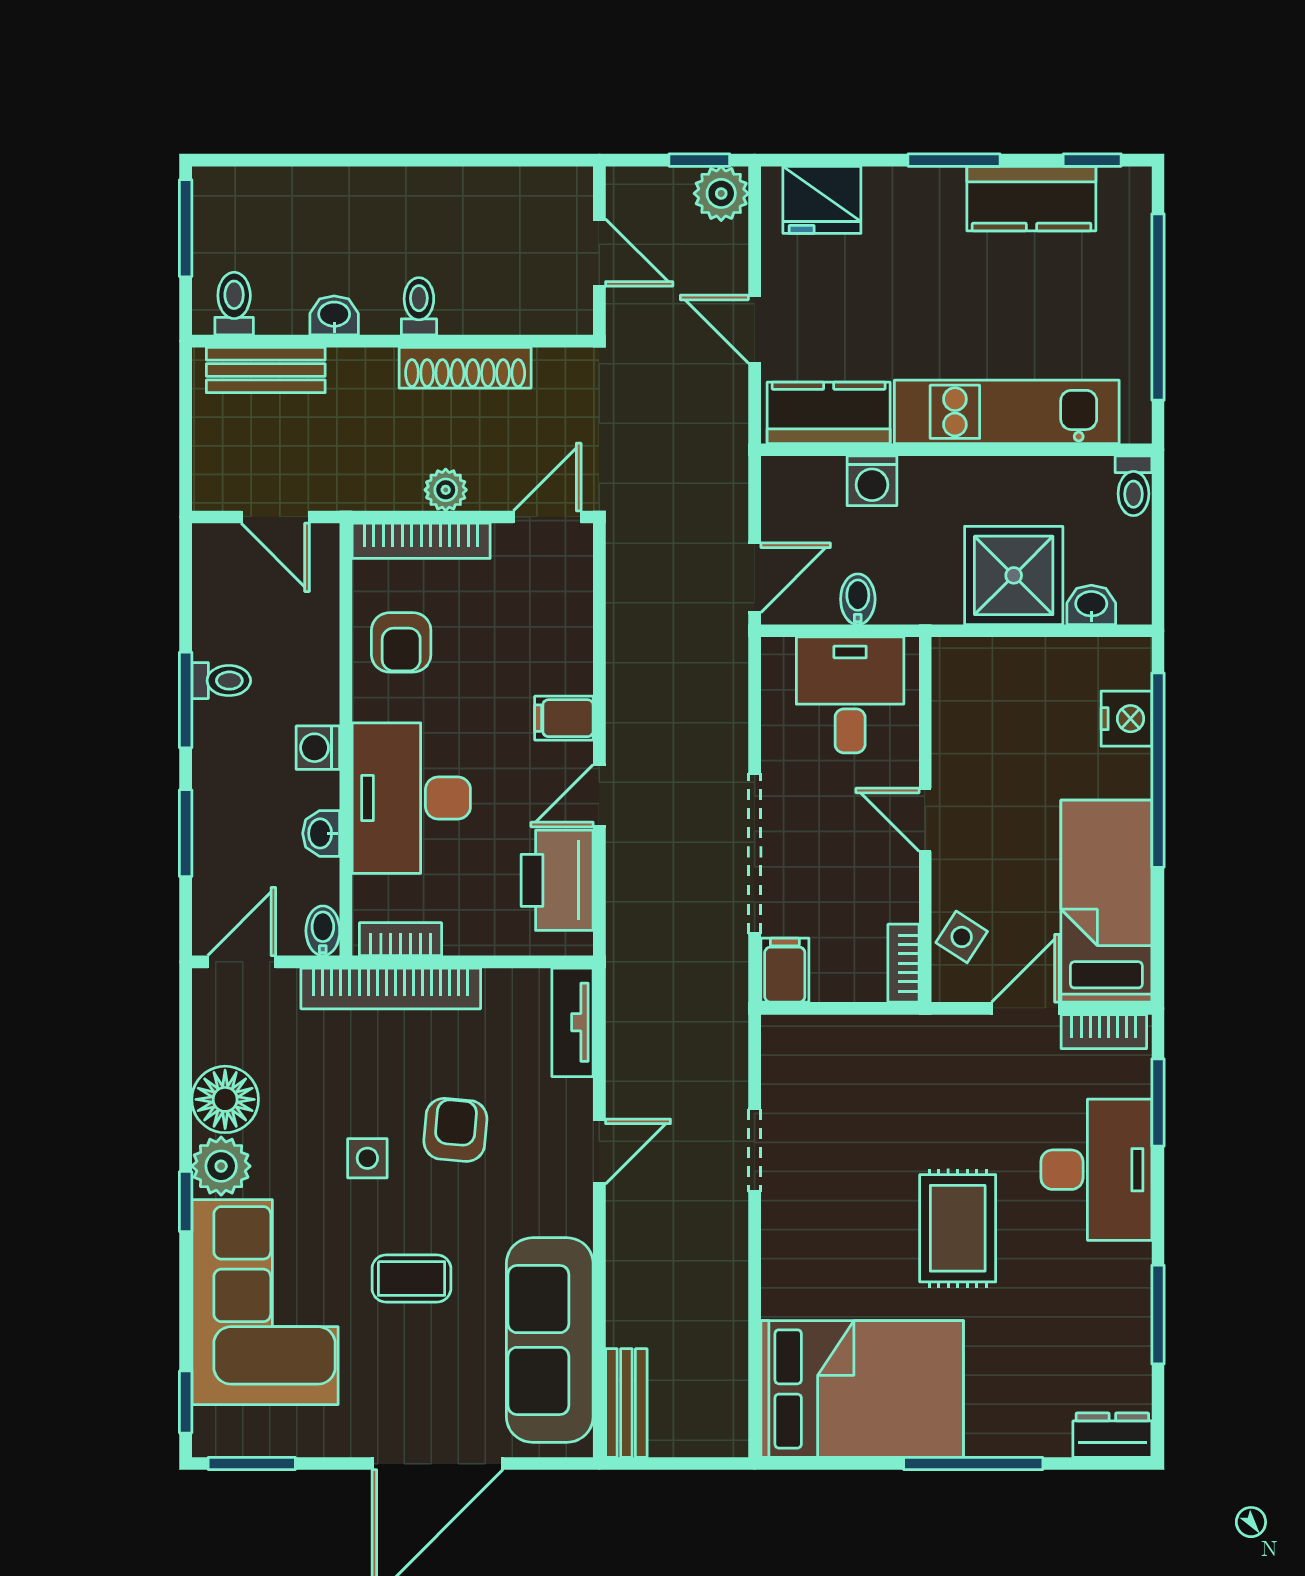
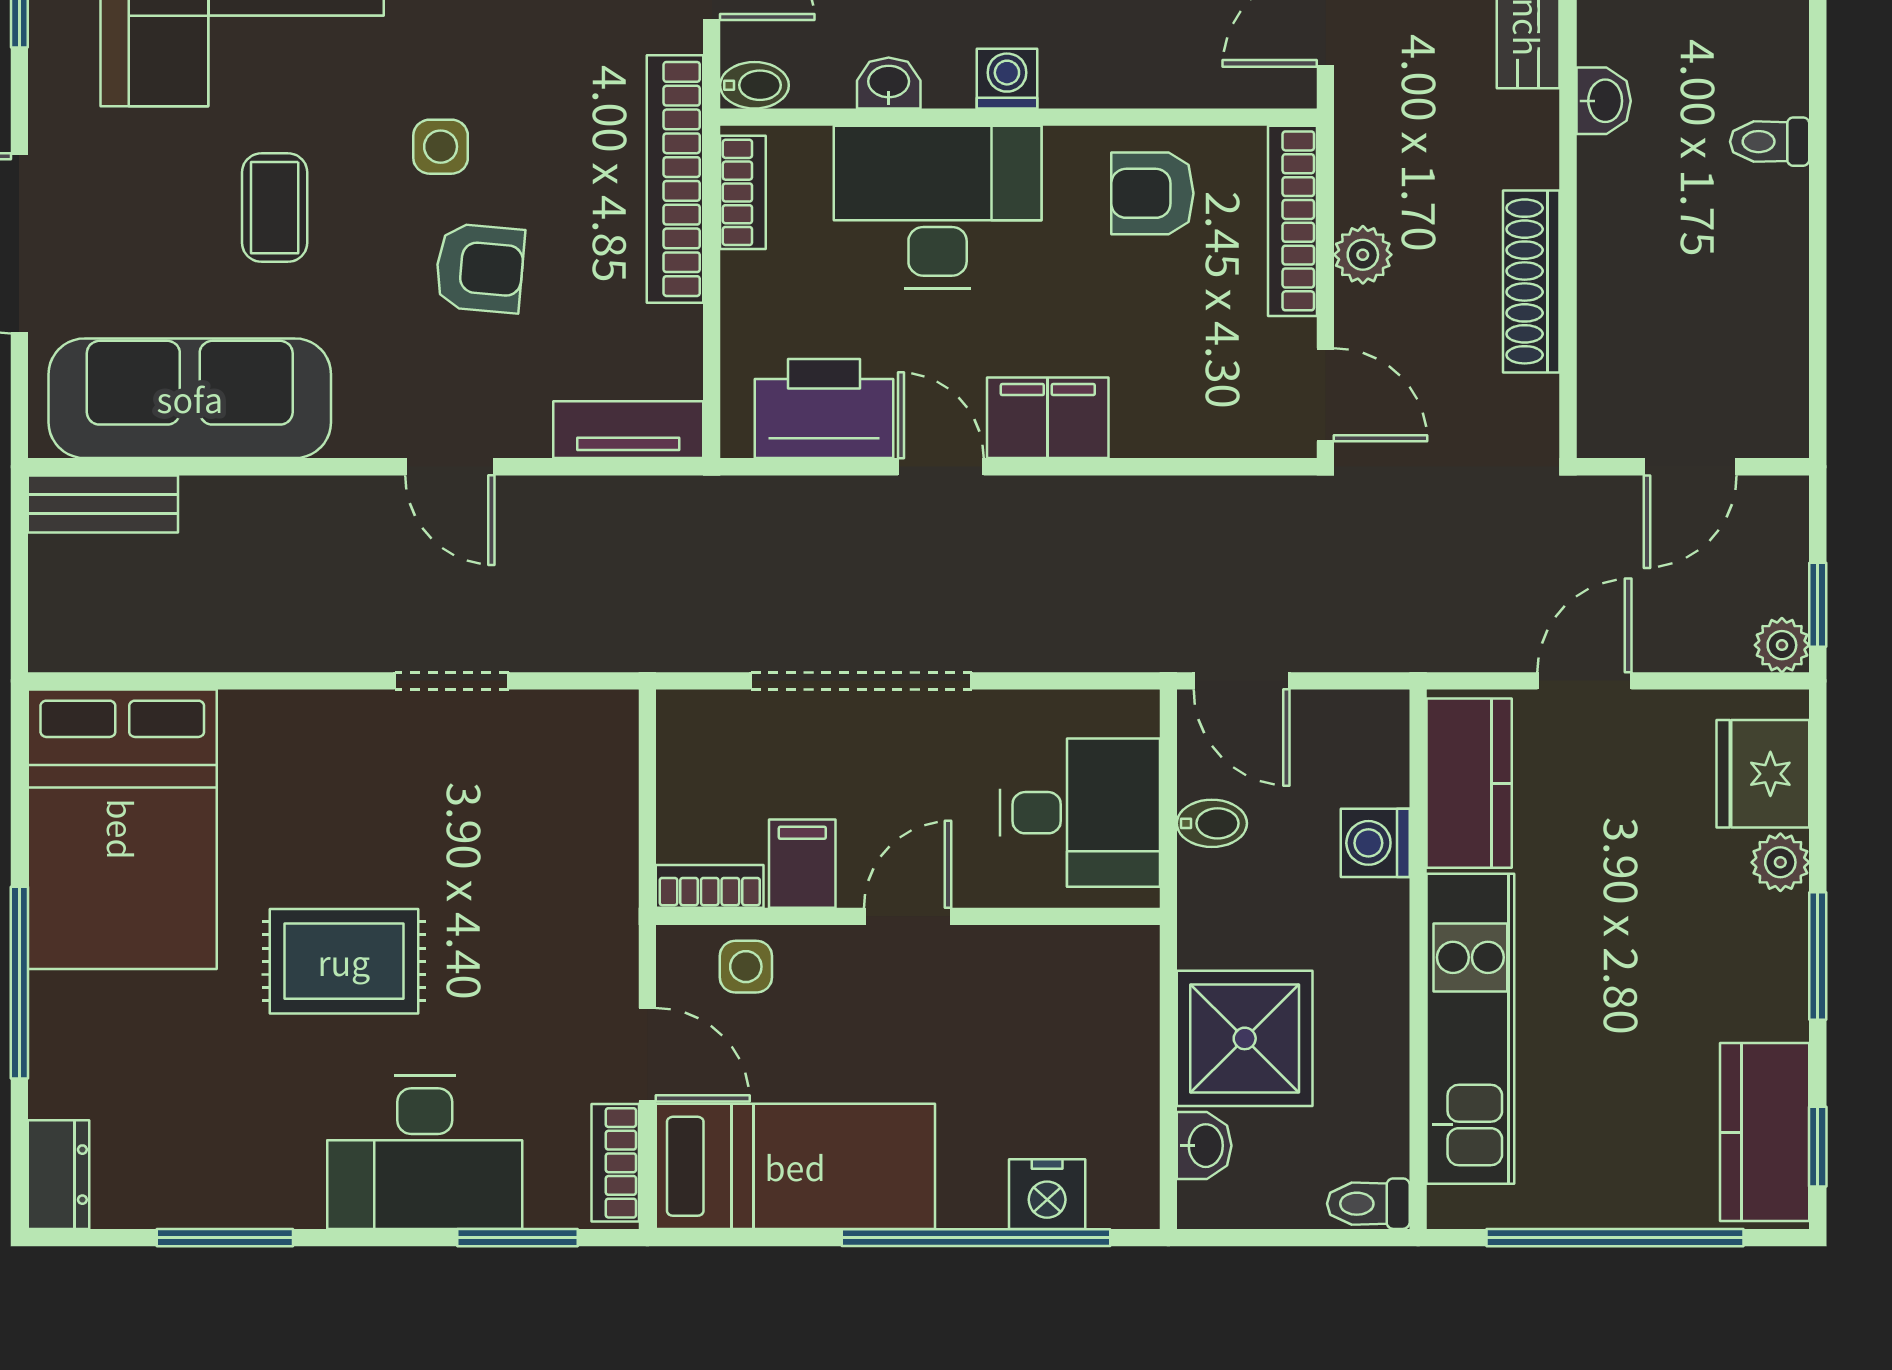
plant: (886, 187) -> (1780, 862), added
plant: (721, 193) -> (1782, 645), width x0.73, depth x0.73
kitchen counter: (1031, 199) -> (1765, 1132), moved
toilet: (419, 306) -> (1770, 142), moved, turned 180
filing cabinet: (564, 718) -> (1048, 418), width x2.00
side table: (962, 937) -> (746, 967), turned -33
filing cabinet: (785, 970) -> (802, 864), moved, turned -90

